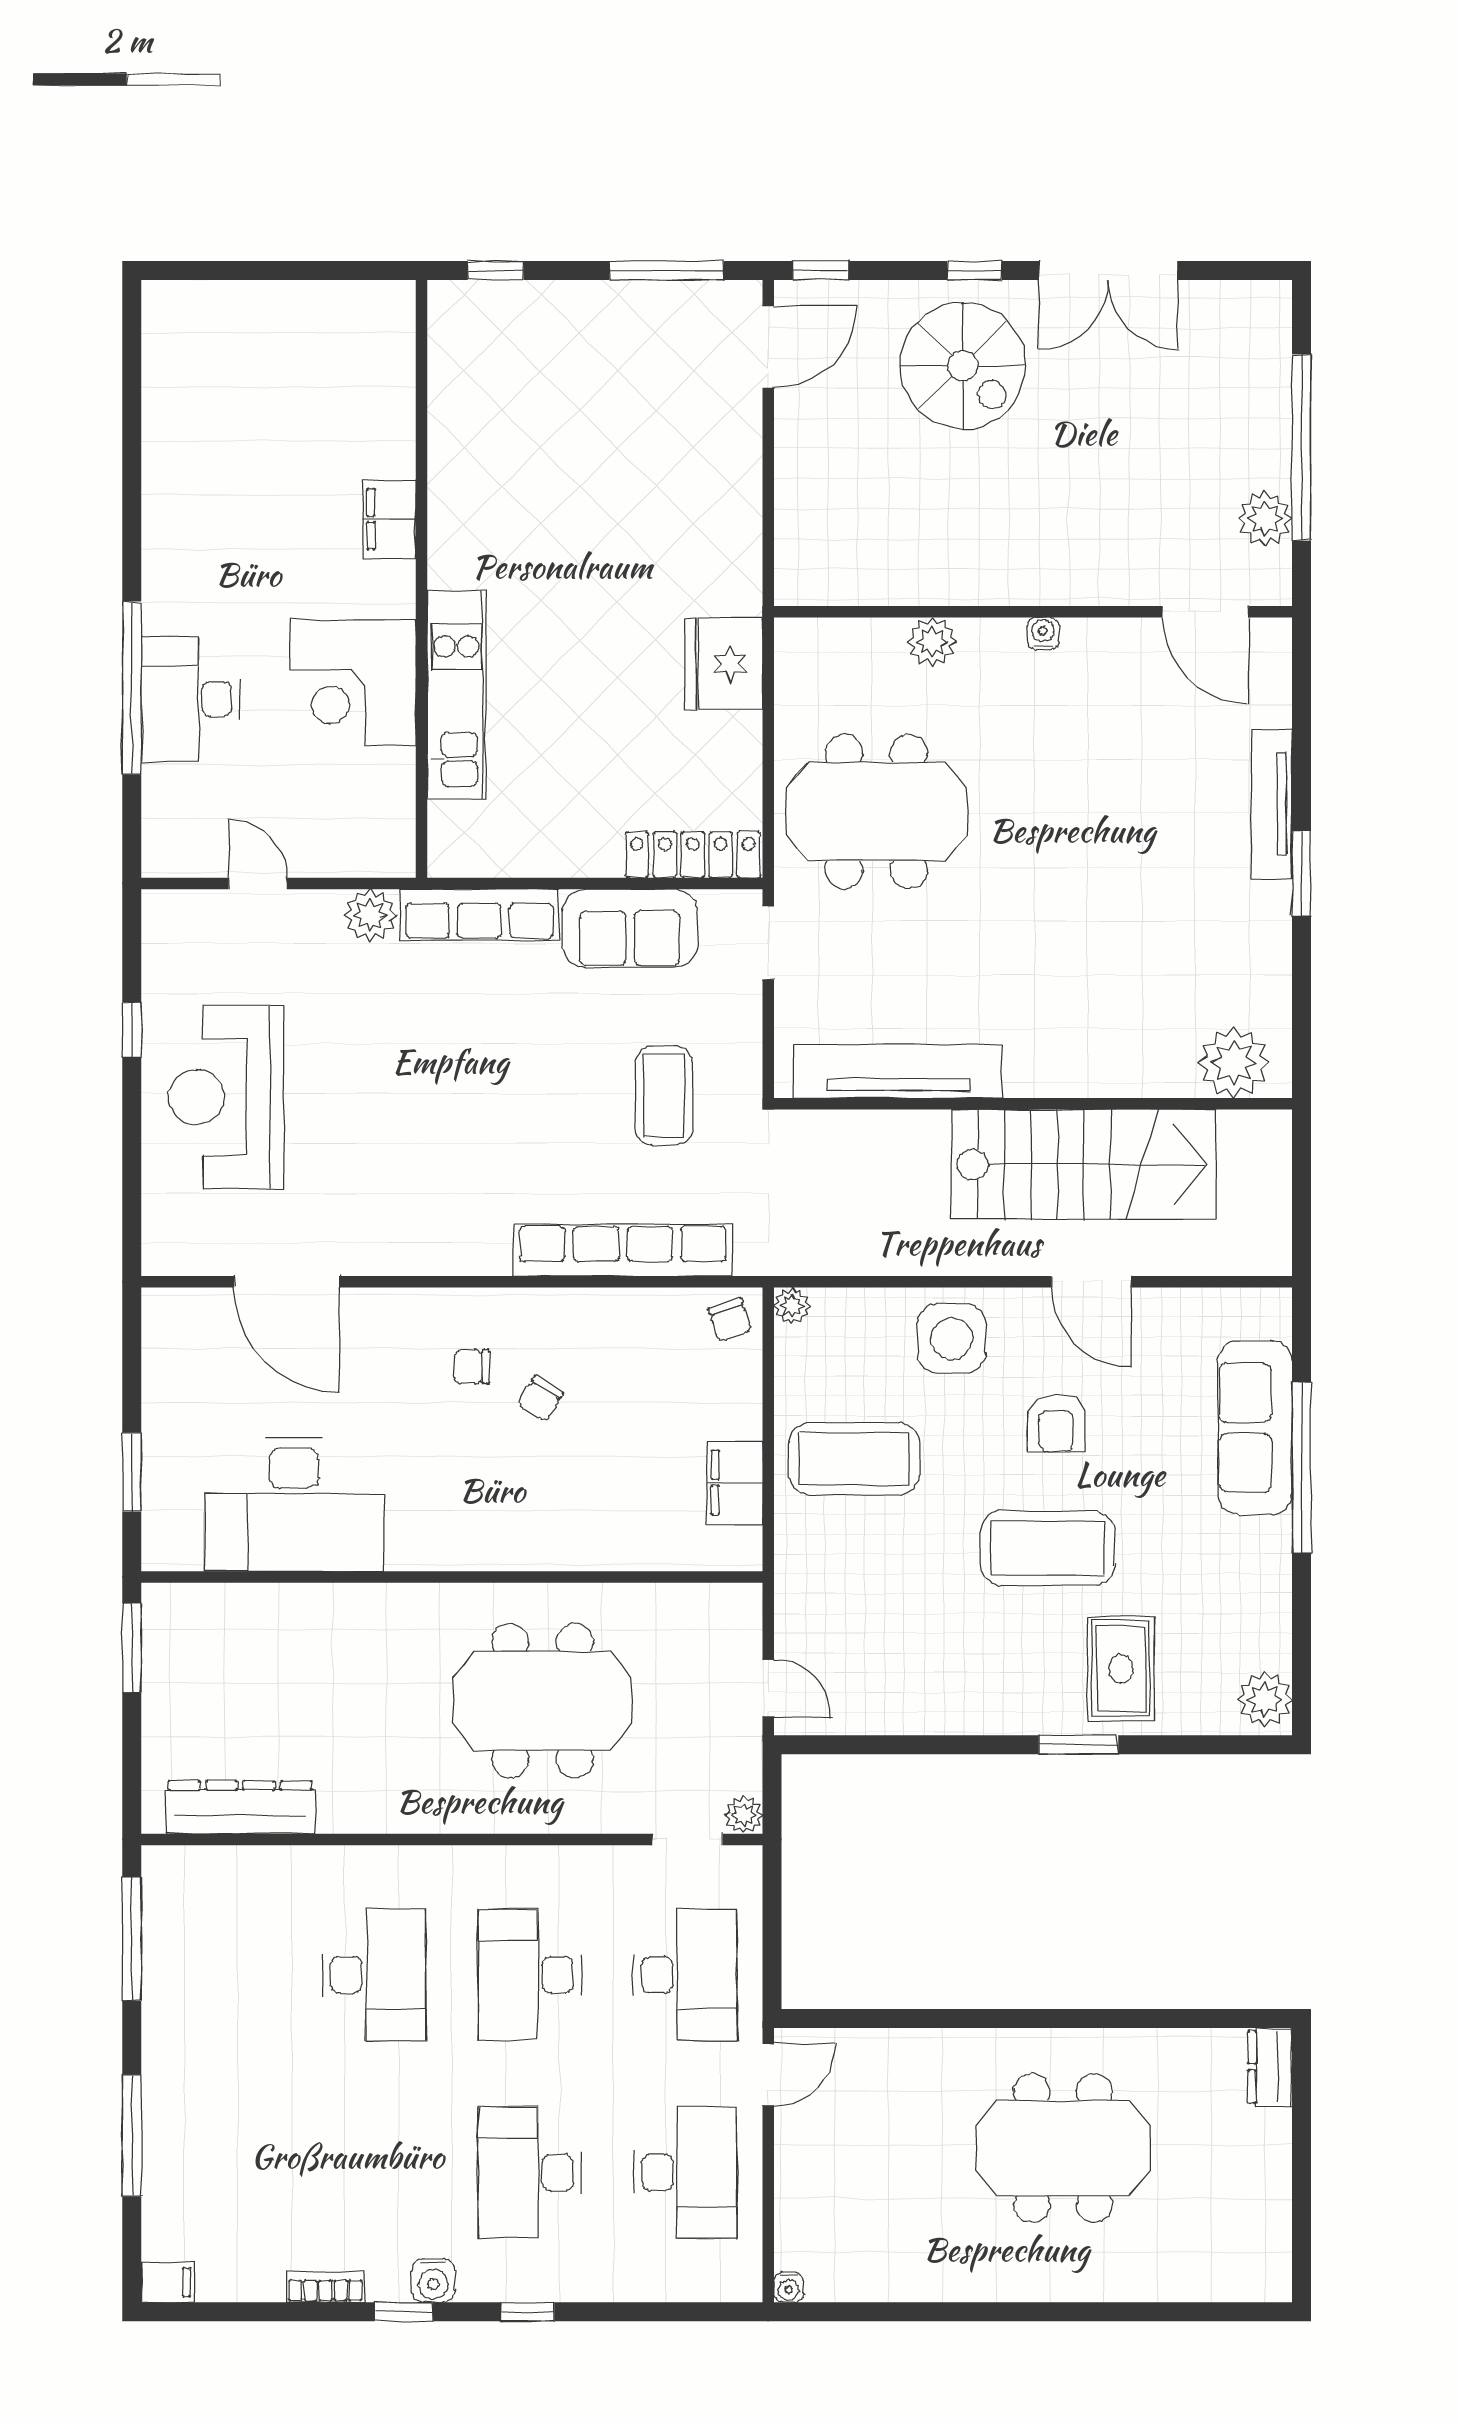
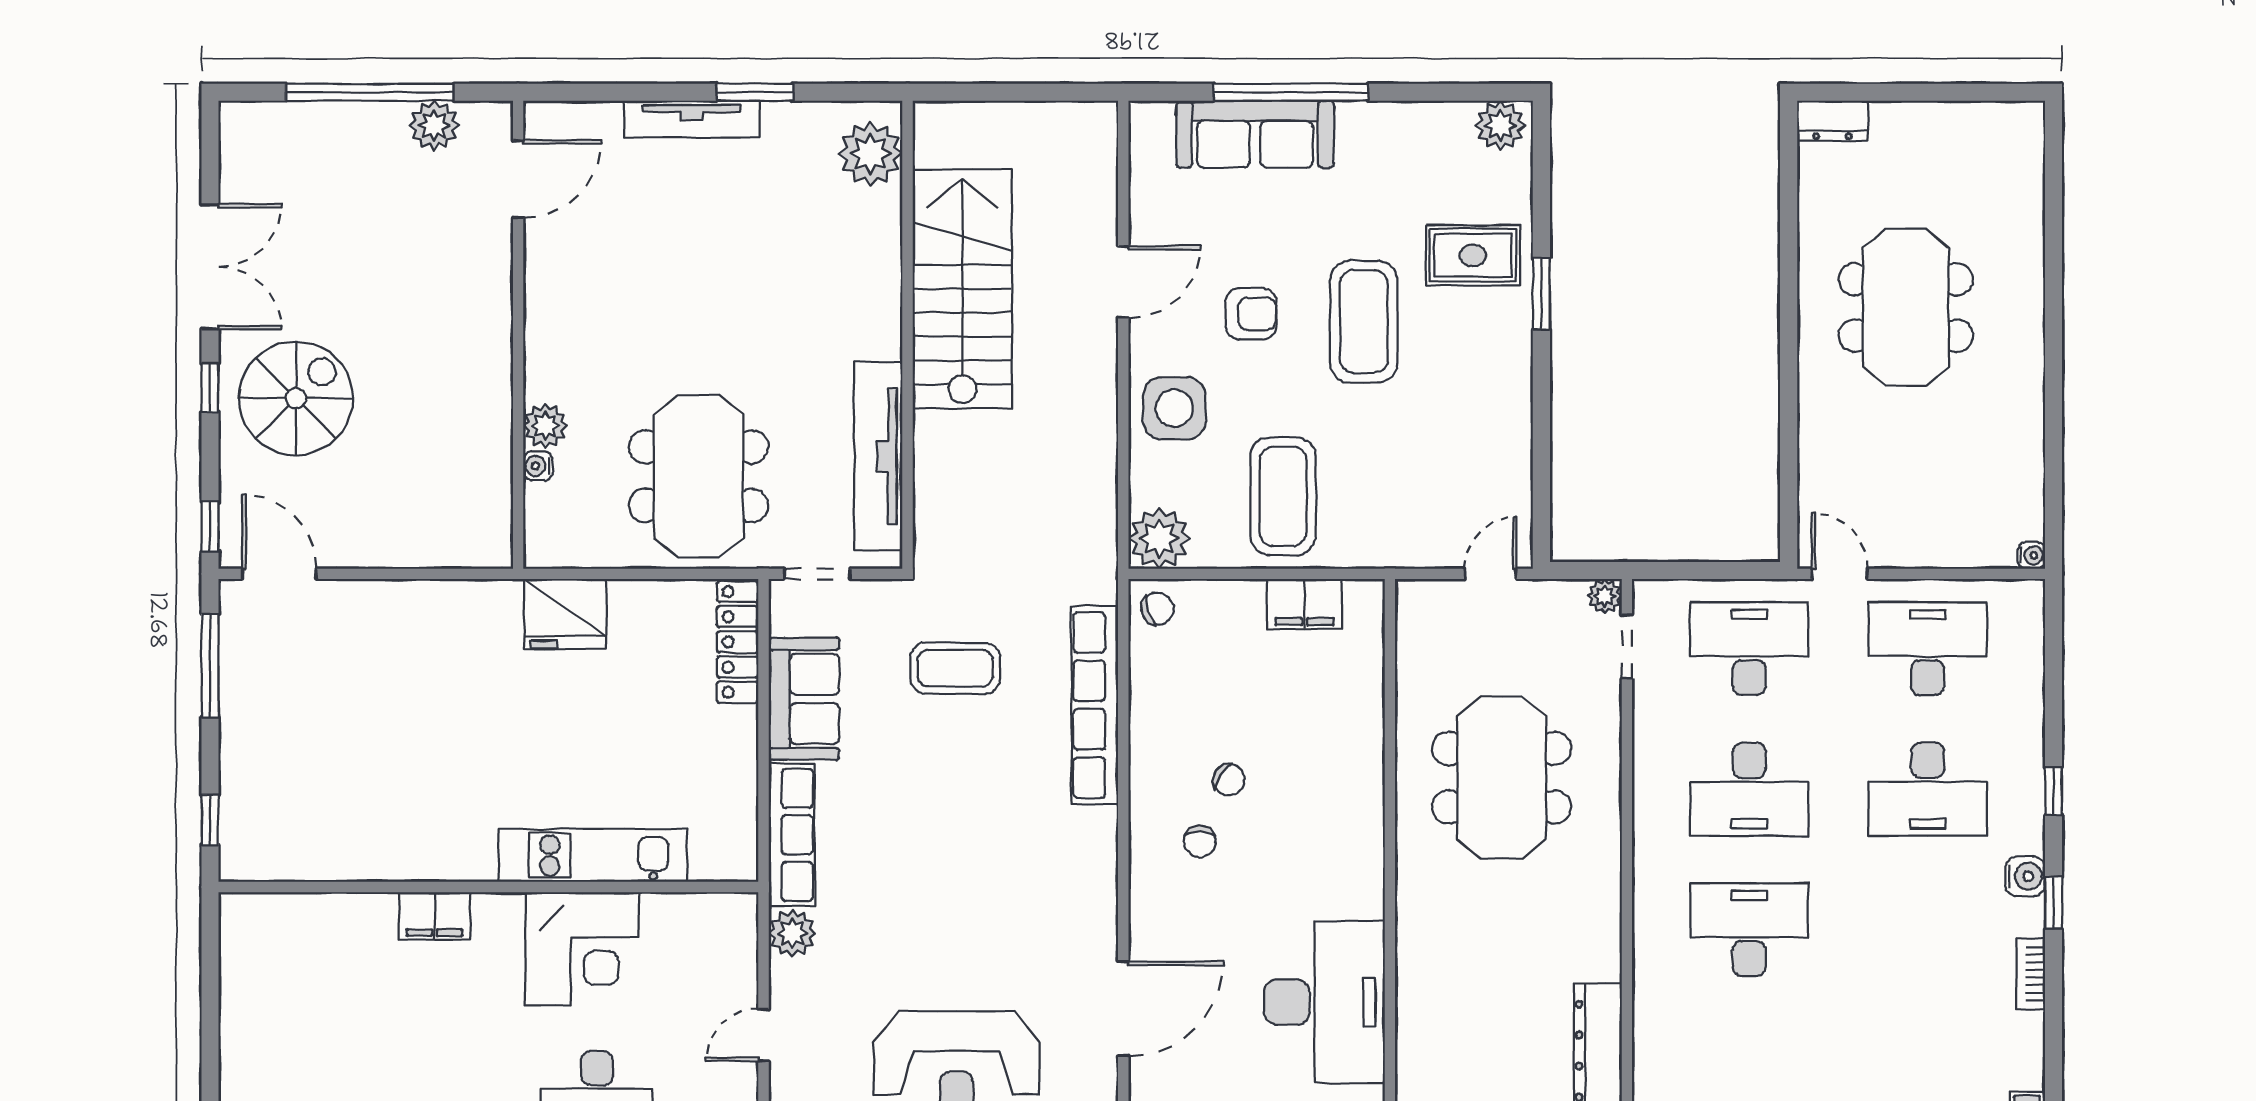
water cooler: (1043, 633) -> (538, 466), moved
plant: (1234, 1063) -> (870, 154), moved
tv unit: (898, 1071) -> (878, 456), moved
wall: (1033, 1104) -> (907, 335), moved
stairs: (1084, 1164) -> (962, 289), moved
plant: (792, 1306) -> (1159, 538), width x1.88, depth x1.88

